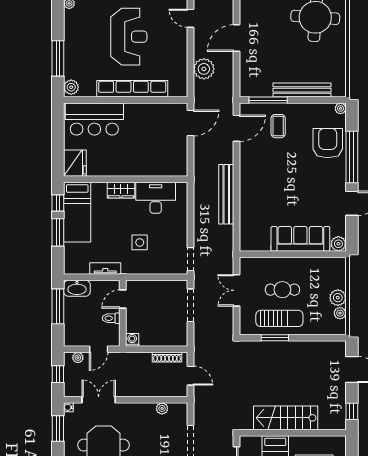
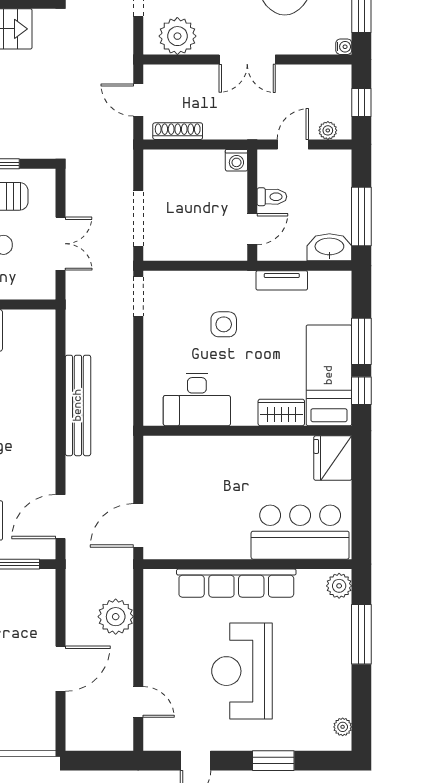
wardrobe: (121, 190) -> (281, 412), moved
double door: (99, 400) -> (247, 60), moved
plant: (162, 408) -> (177, 36), width x1.88, depth x1.88

